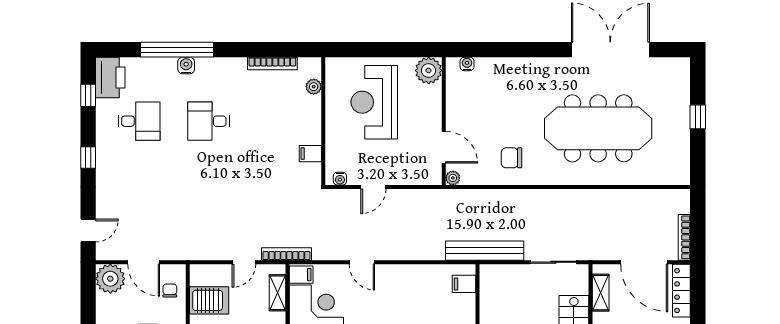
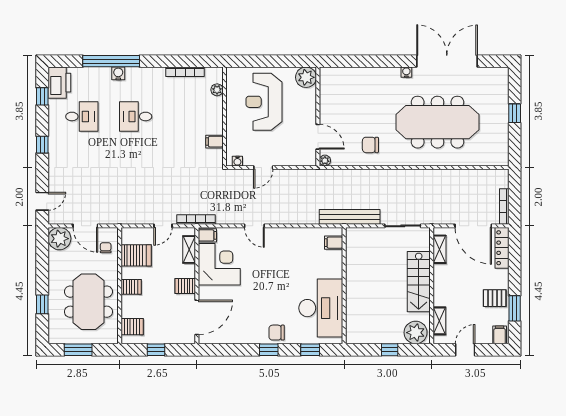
water cooler: (467, 64) -> (406, 72), moved

